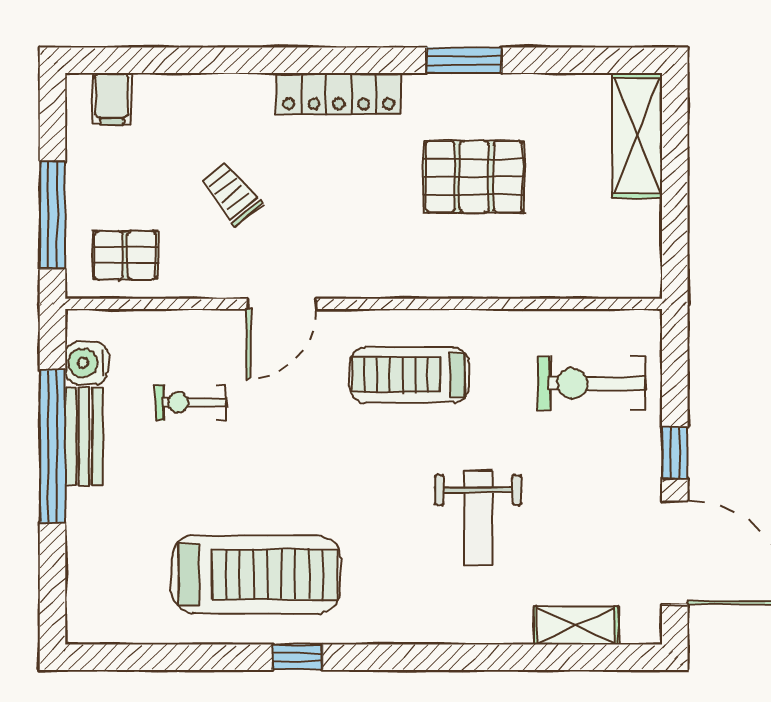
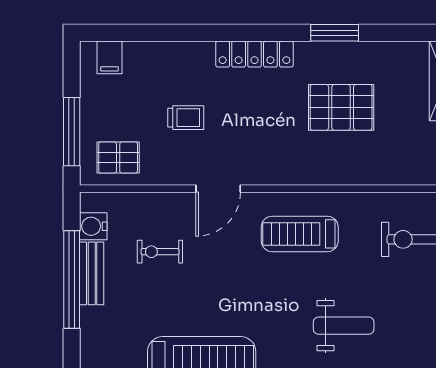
trolley: (231, 193) -> (186, 118), turned 129
weight bench: (478, 518) -> (344, 326), turned -90

